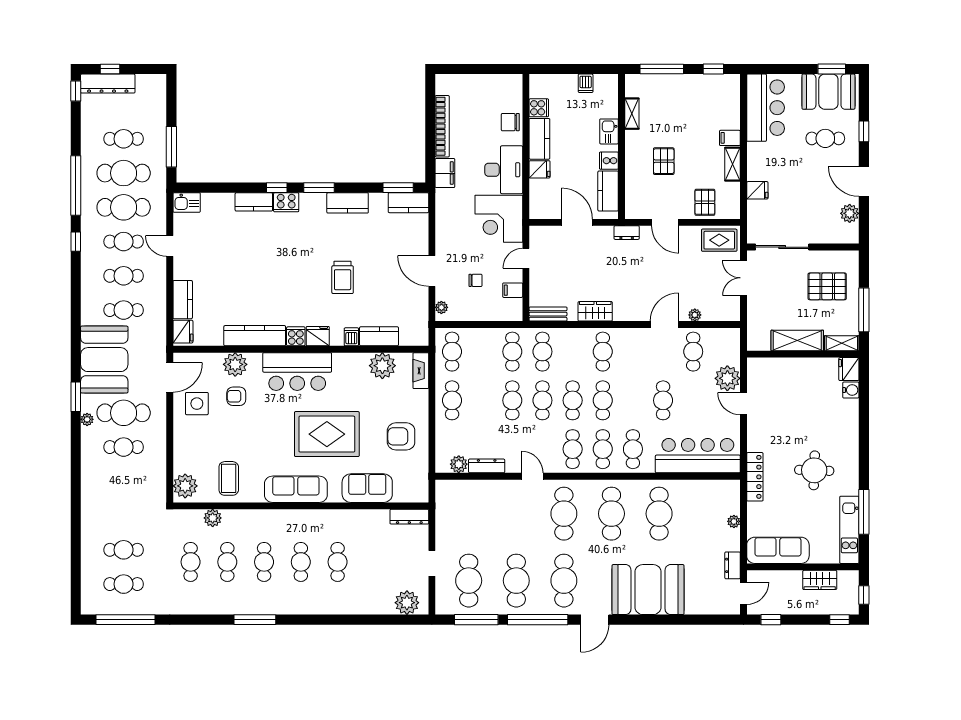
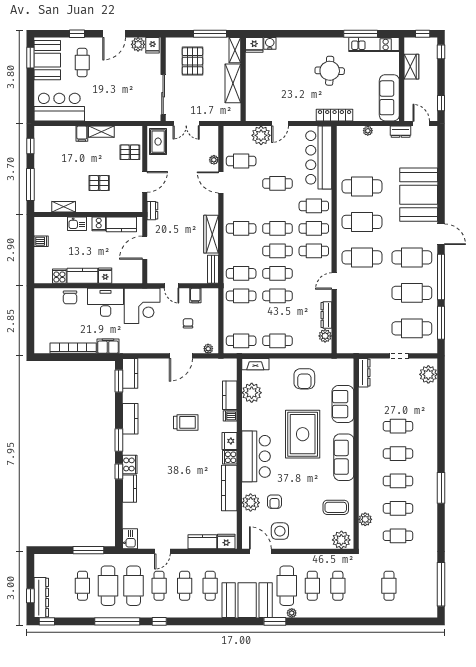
fridge: (757, 190) -> (153, 45), moved, turned 180
wardrobe: (595, 311) -> (211, 234), width x1.50
cafe table: (124, 584) -> (338, 586), moved

